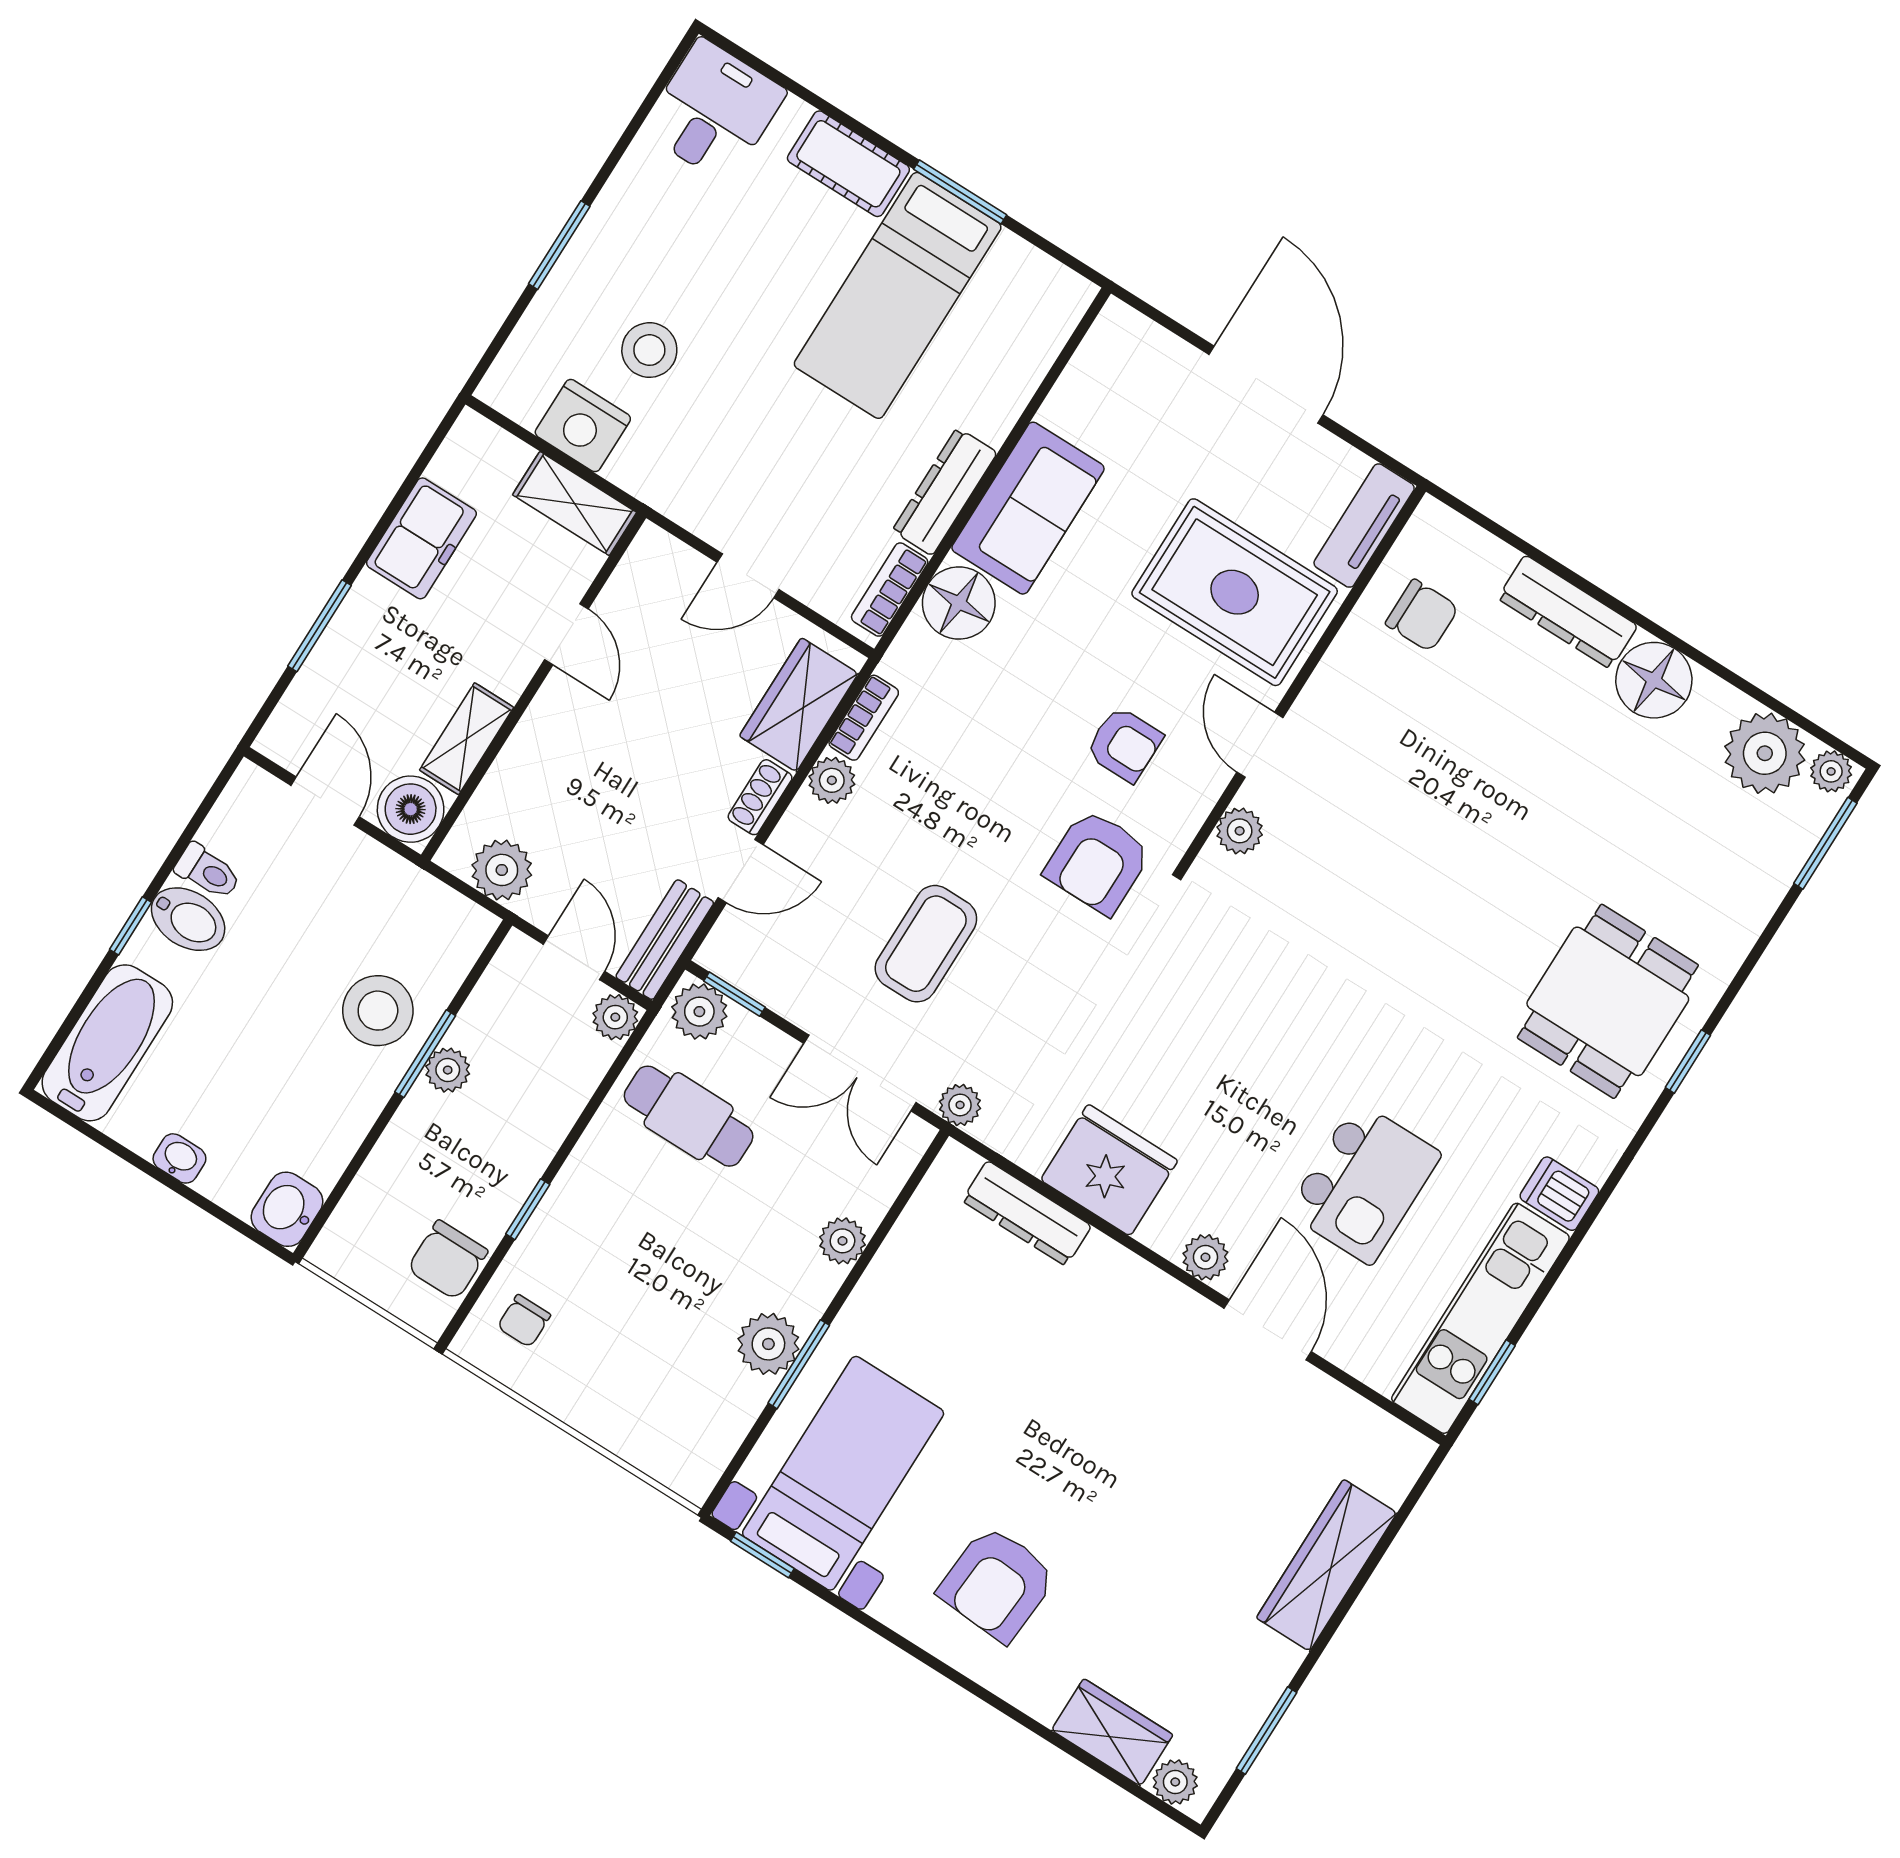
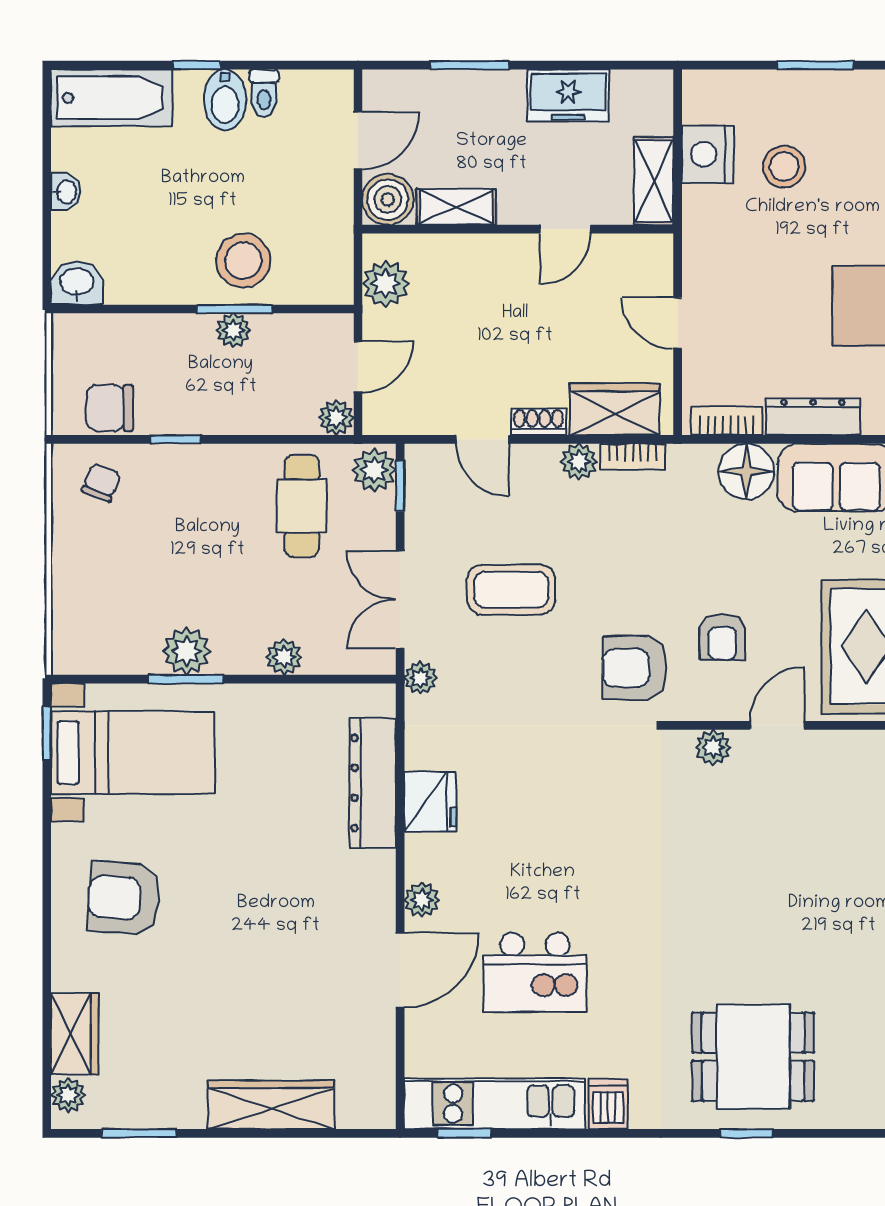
bench: (665, 940) -> (407, 418), removed
fridge: (1109, 1170) -> (430, 801), width x0.73, depth x0.75
dresser: (1027, 1213) -> (373, 783), width x1.37, depth x1.24
chair: (524, 1321) -> (101, 483), turned 112

